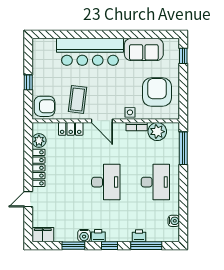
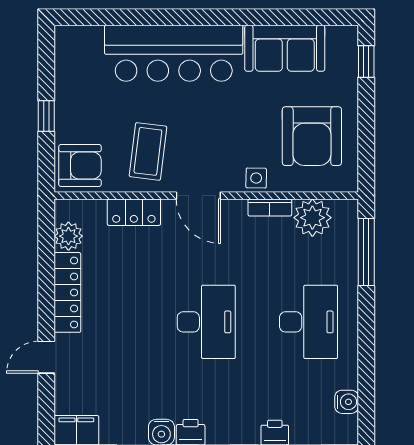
armchair: (157, 92) -> (312, 136), turned 180

